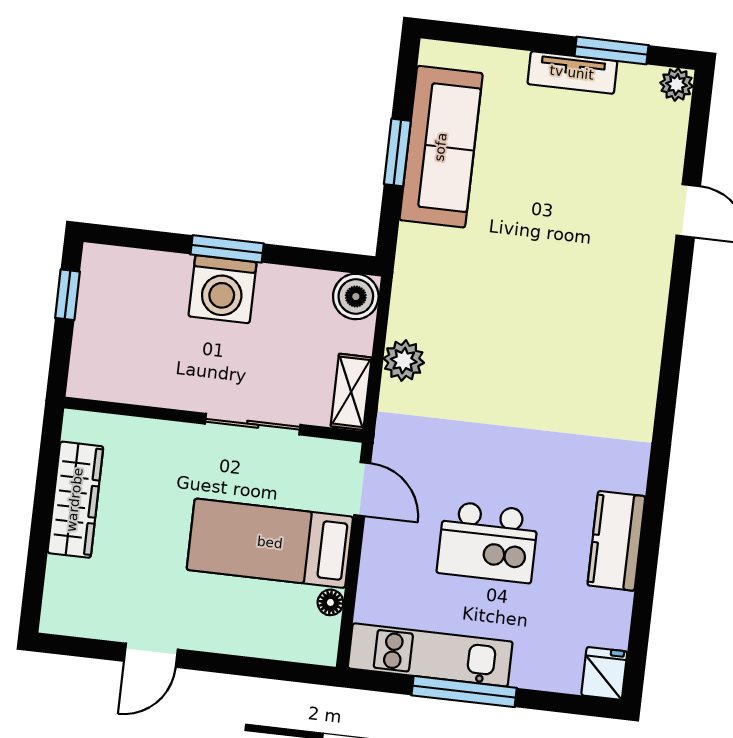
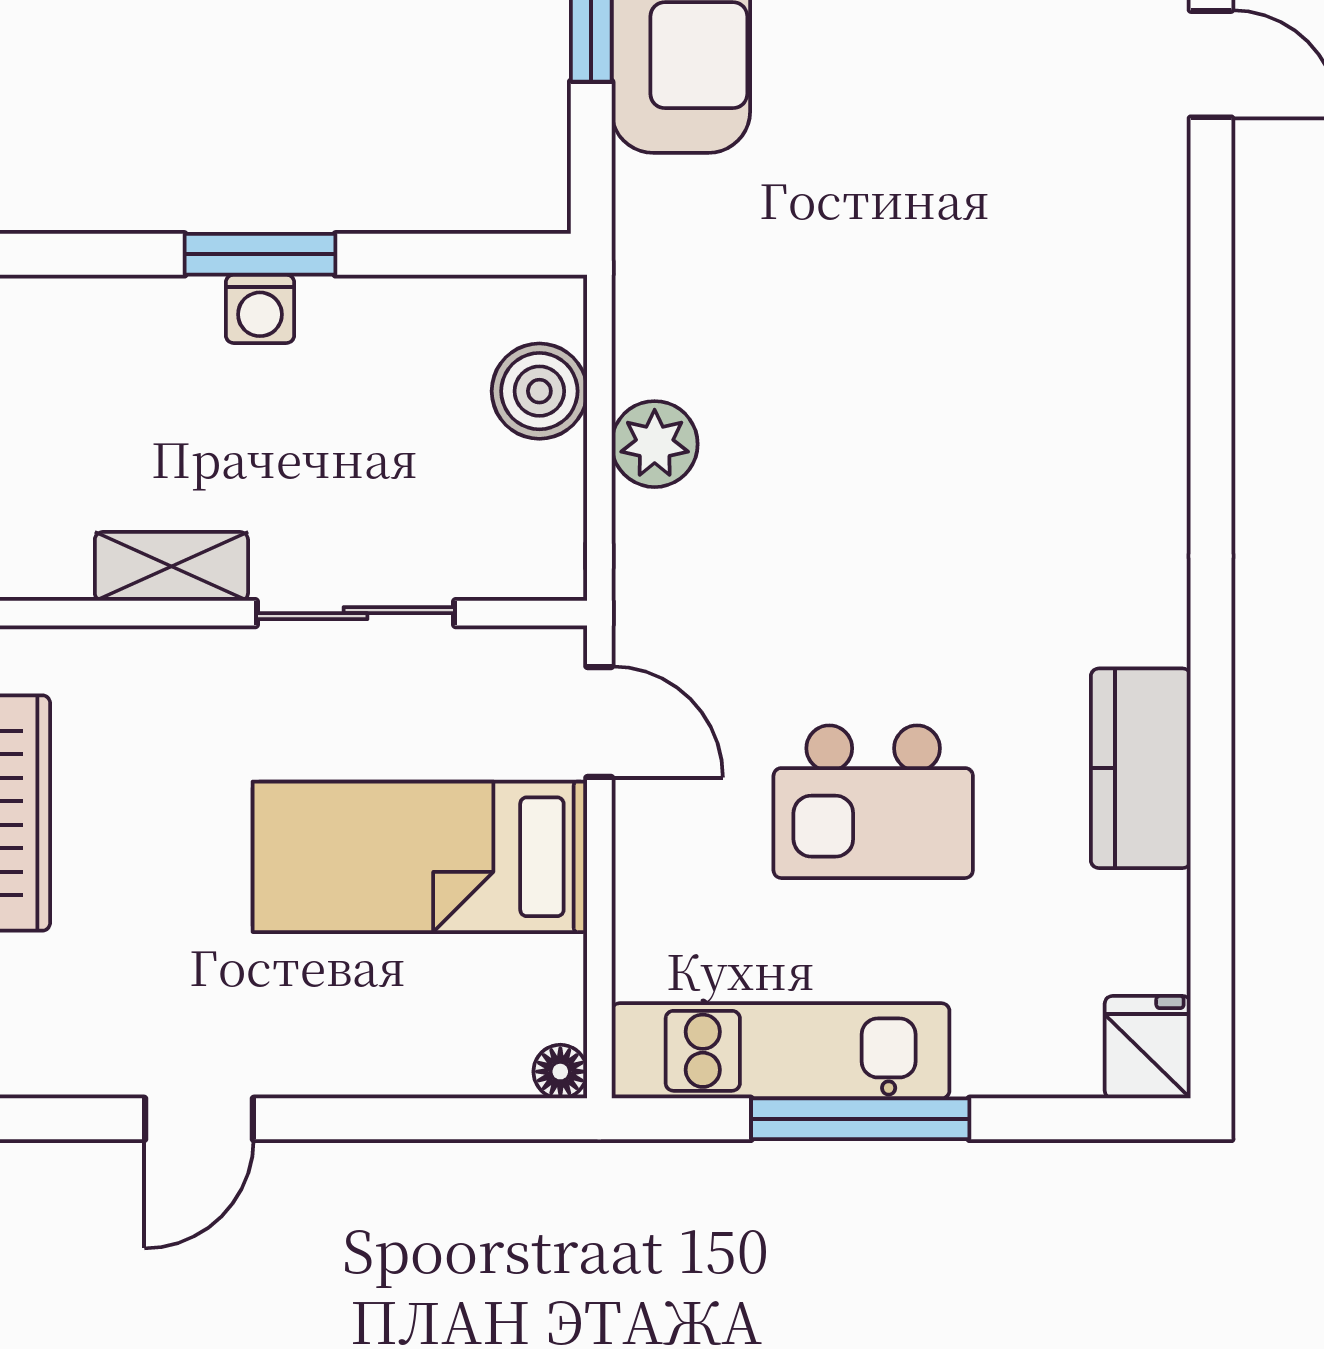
washing machine: (222, 289) -> (260, 309), width x0.53, depth x0.53
boiler: (356, 297) -> (539, 391), moved
shelving: (351, 392) -> (171, 566), moved, turned 90
floor lamp: (330, 602) -> (560, 1072), moved

